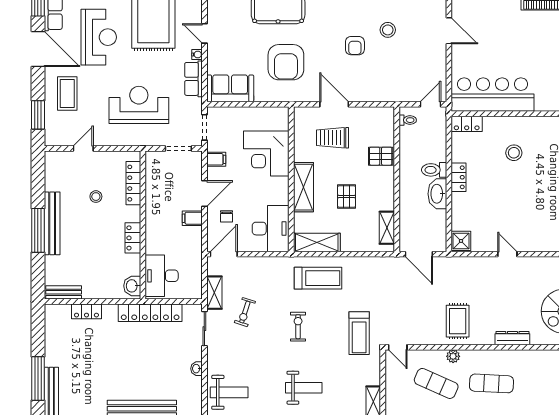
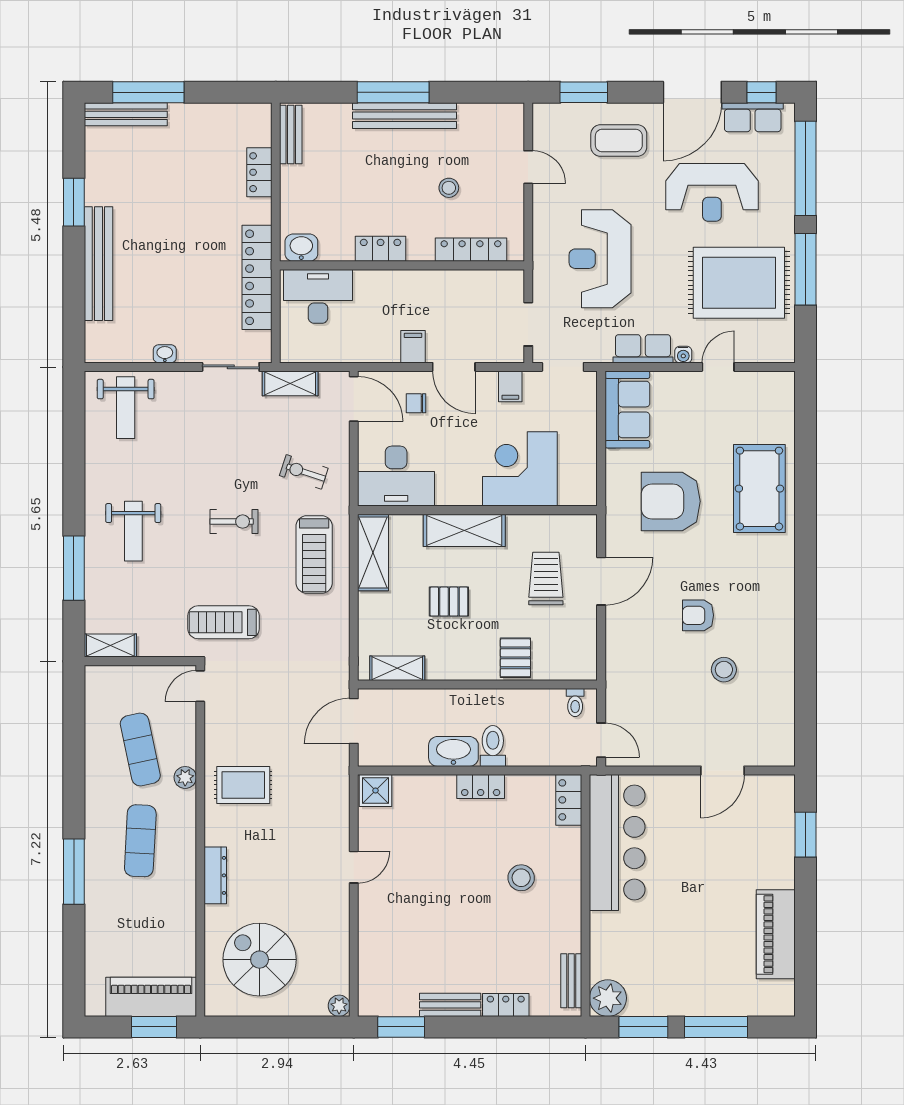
reception desk: (139, 105) -> (600, 259), turned 180
exercise bike: (245, 312) -> (304, 472), moved
exercise mat: (436, 383) -> (140, 750), turned -36

